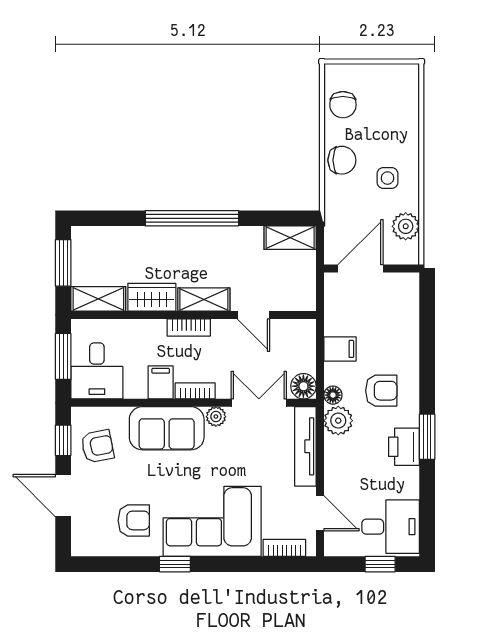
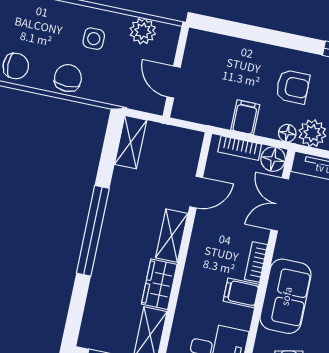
door: (360, 269) -> (174, 82), width x0.73
bookcase: (189, 328) -> (240, 148), moved, turned 90
armchair: (381, 391) -> (293, 87), turned 90
plant: (216, 417) -> (284, 248), removed

